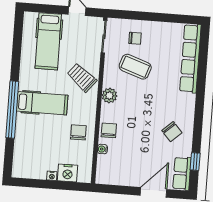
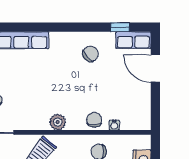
coffee table: (135, 67) -> (26, 97), removed
chair: (109, 130) -> (94, 120), turned 90

